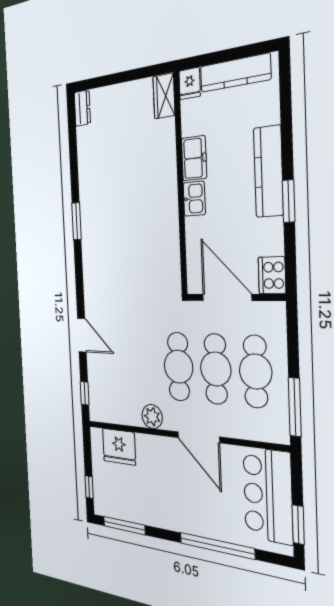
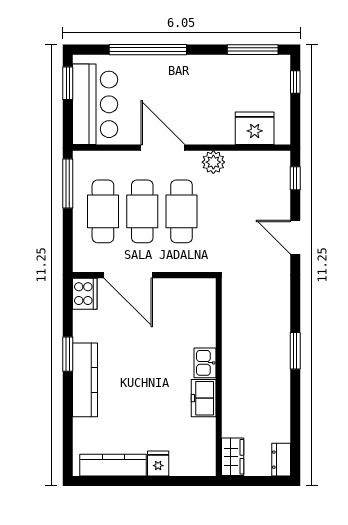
wardrobe: (164, 96) -> (233, 457), moved
freezer: (194, 158) -> (204, 398), moved
wall: (180, 184) -> (219, 377), moved
kitchen sink: (194, 199) -> (205, 363), moved

